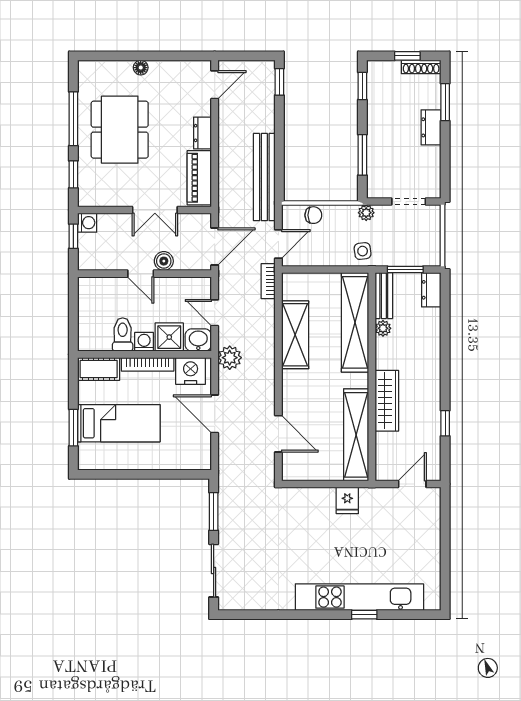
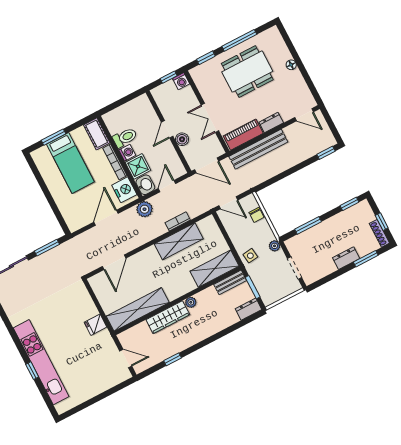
bench: (264, 177) -> (258, 149), moved
bookcase: (268, 281) -> (178, 221), moved
shelving: (355, 322) -> (215, 269), width x0.68
plant: (383, 328) -> (191, 302), moved

